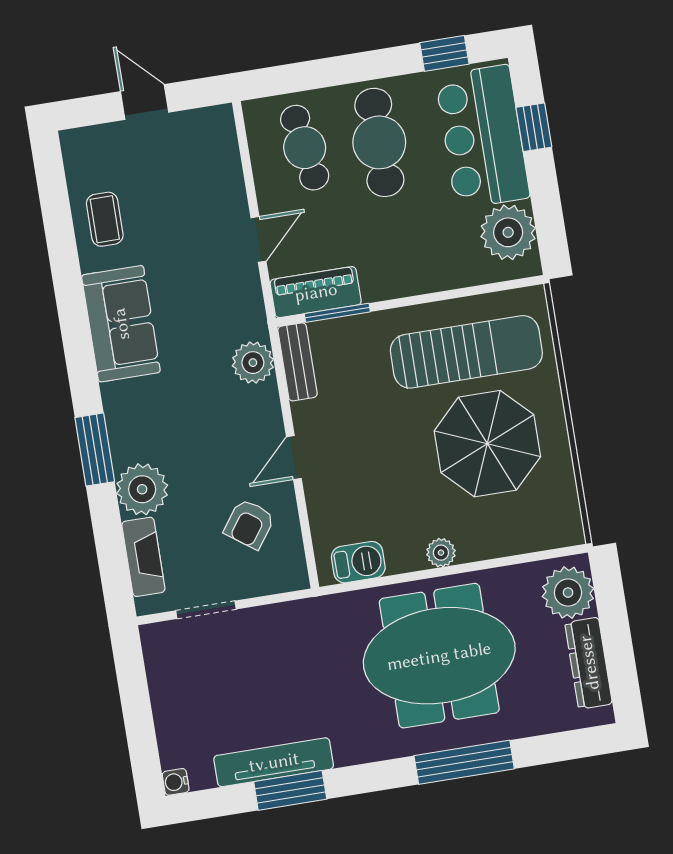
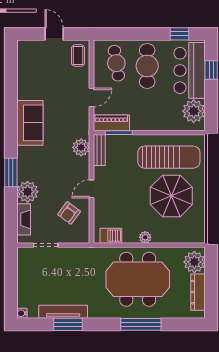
coffee table: (105, 219) -> (78, 56), moved

